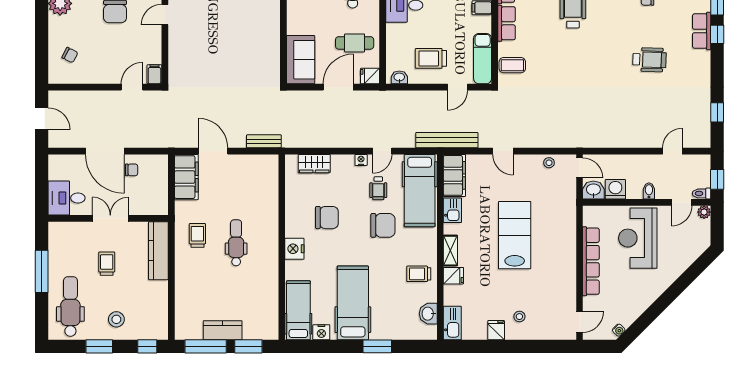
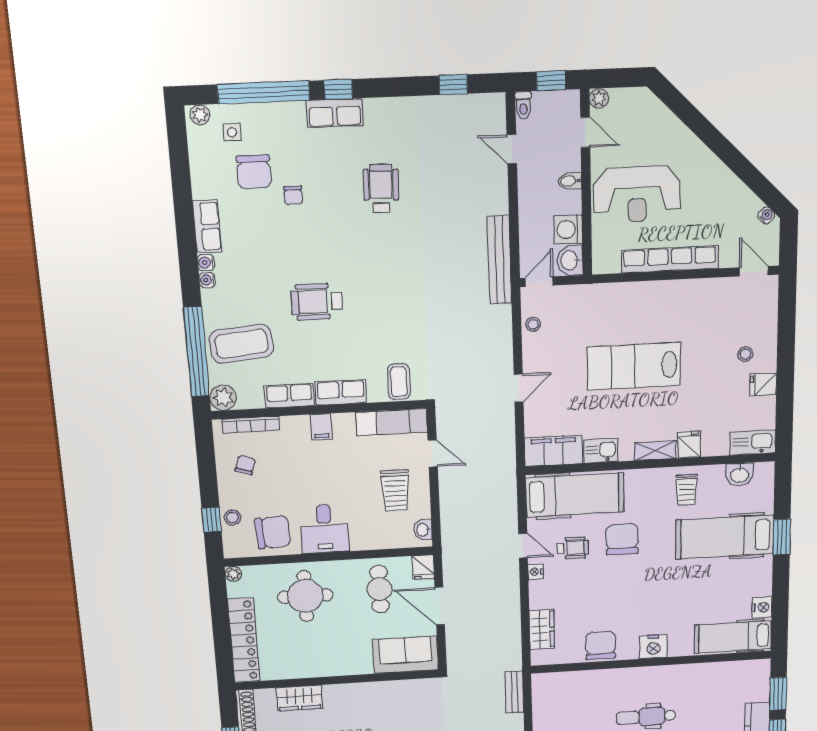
bench: (447, 140) -> (499, 260), moved
toilet: (702, 193) -> (523, 105), moved
chair: (327, 218) -> (601, 645), moved
hospital bed: (353, 303) -> (725, 537), moved

